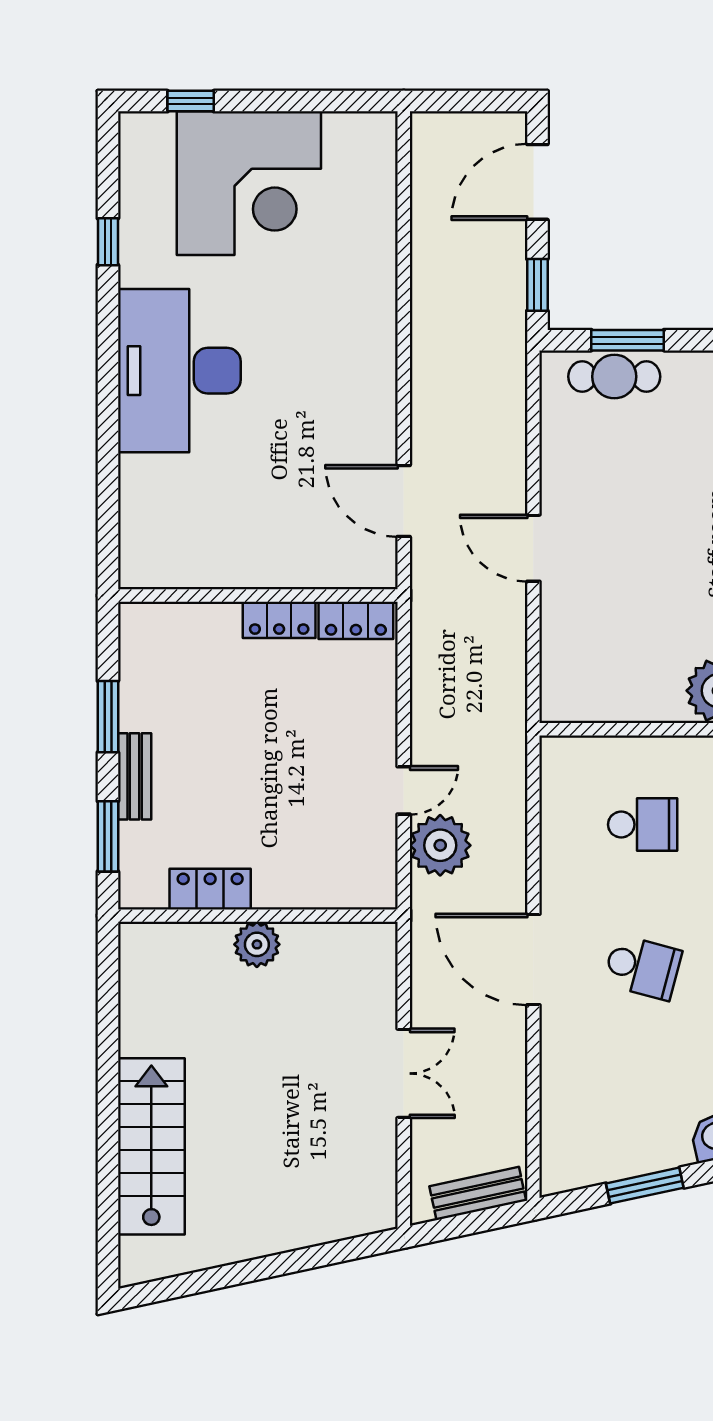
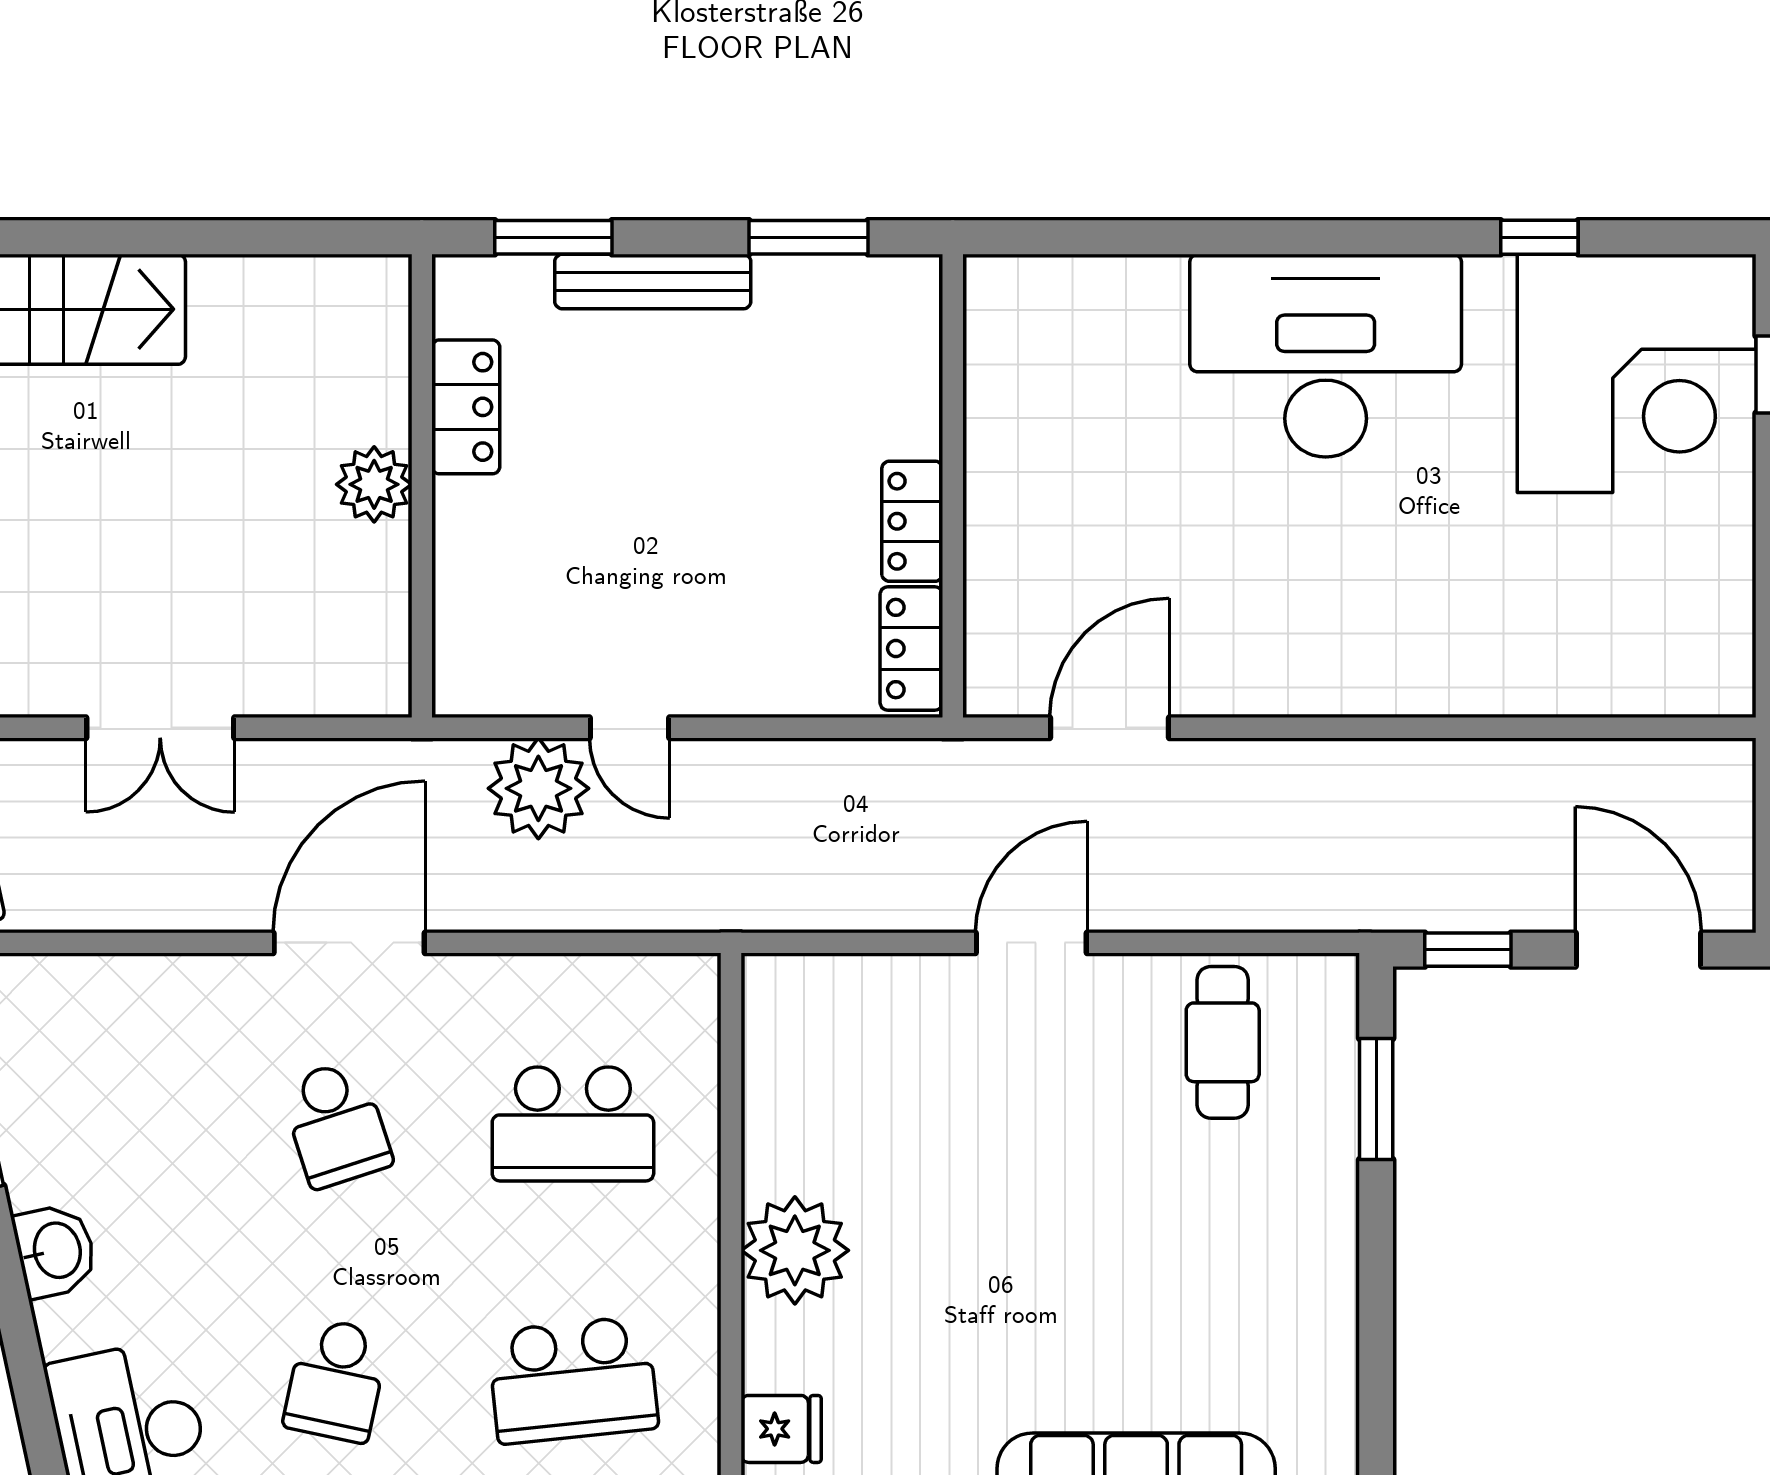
corner desk: (249, 183) -> (1637, 373), moved, turned -90
cafe table: (614, 377) -> (1223, 1042), moved
window: (108, 717) -> (809, 237), moved
bench: (135, 776) -> (653, 281), width x1.36
school desk: (643, 825) -> (573, 1124), width x1.85
school desk: (643, 967) -> (336, 1124), turned -33

